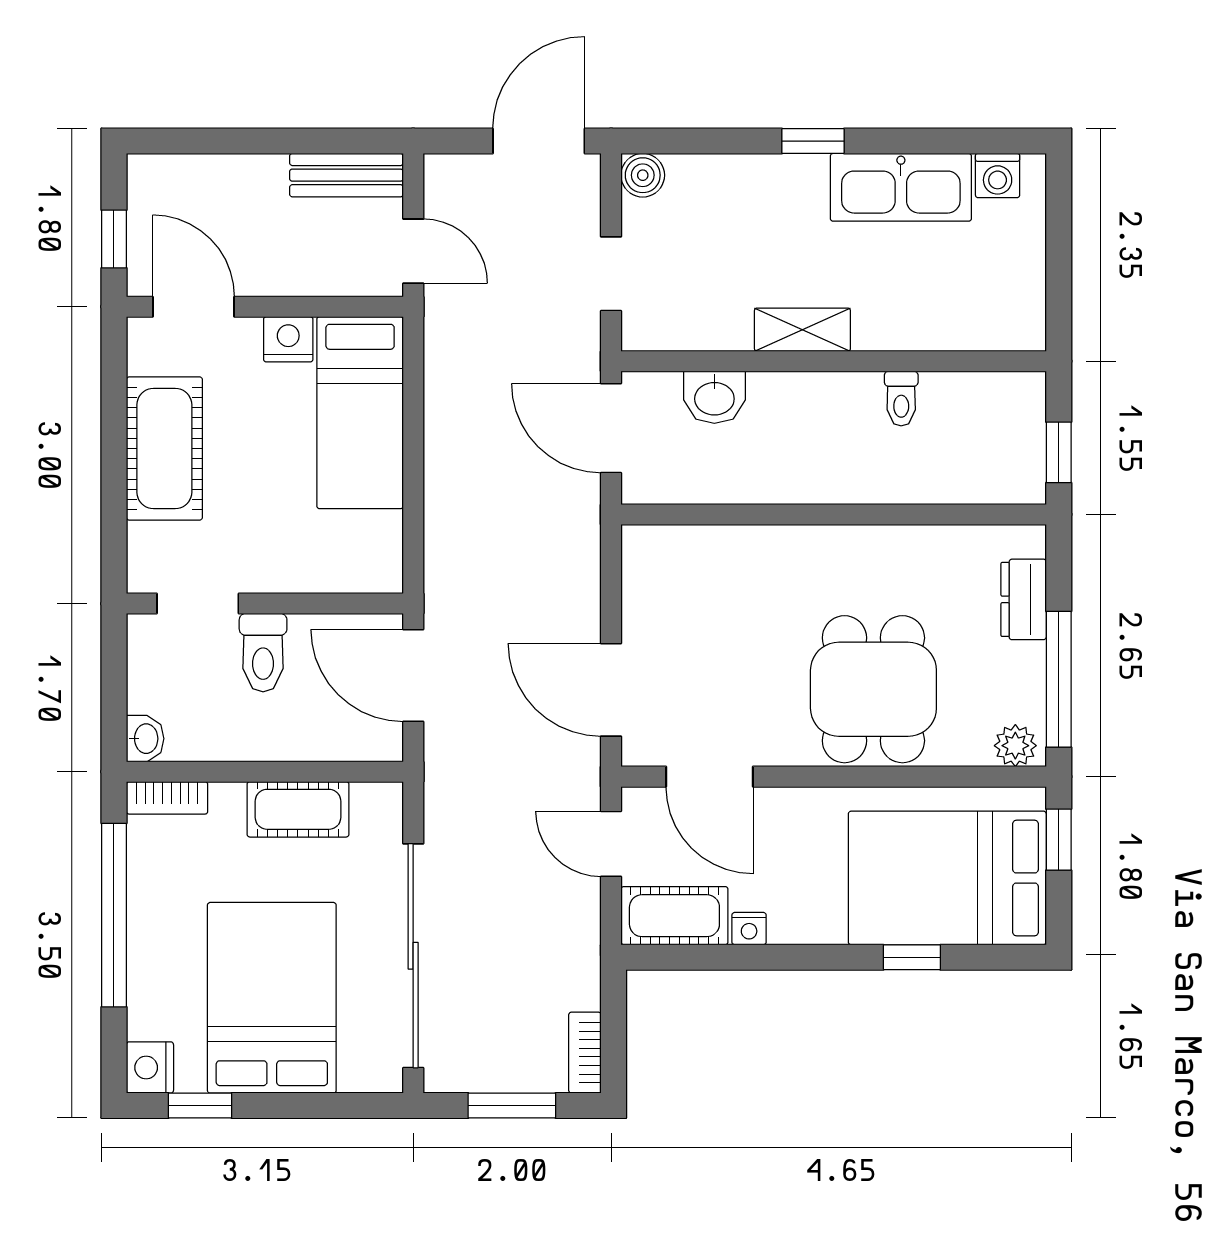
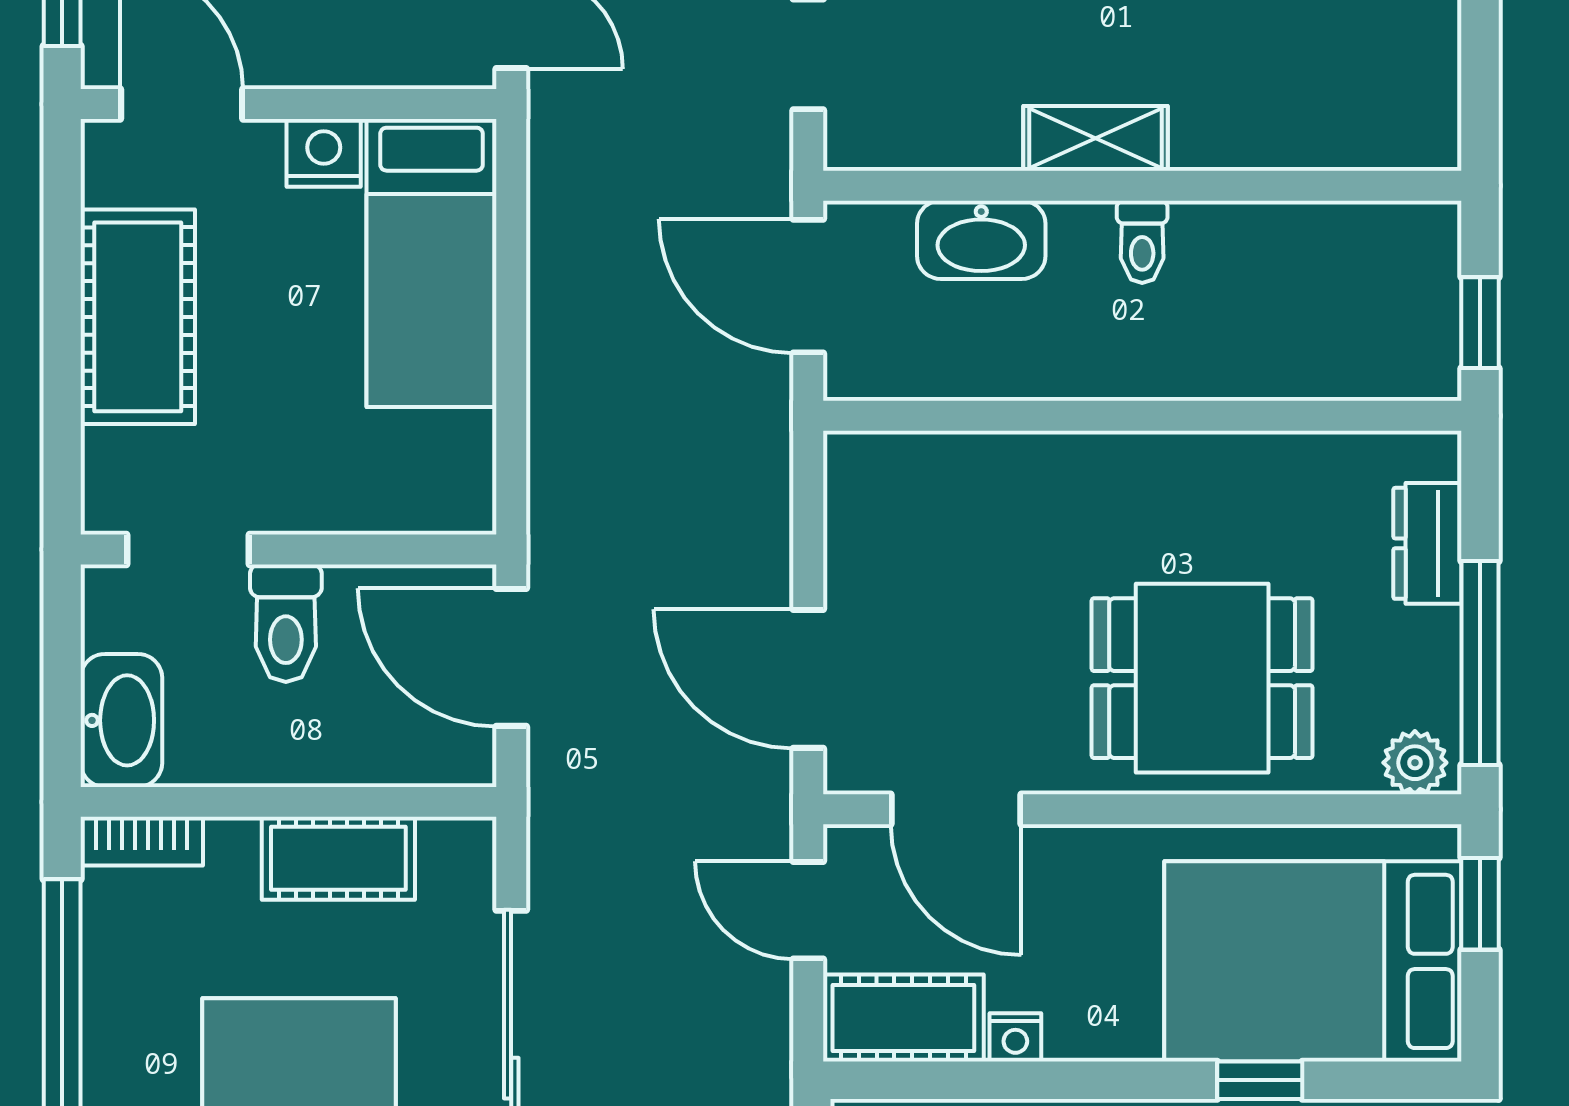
washbasin: (714, 397) -> (981, 240), width x1.38
toilet: (901, 399) -> (1142, 242), moved
dining table: (873, 689) -> (1202, 678), turned 90
washbasin: (145, 739) -> (121, 720), width x1.91, depth x1.45

